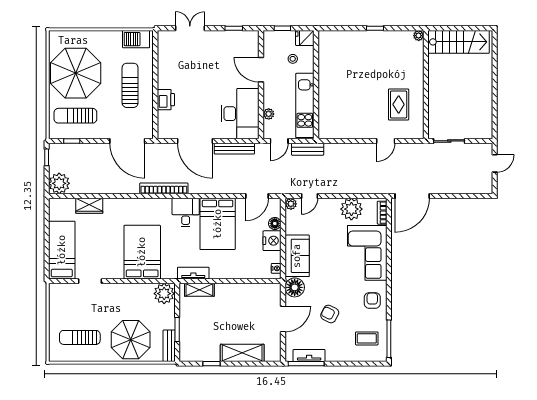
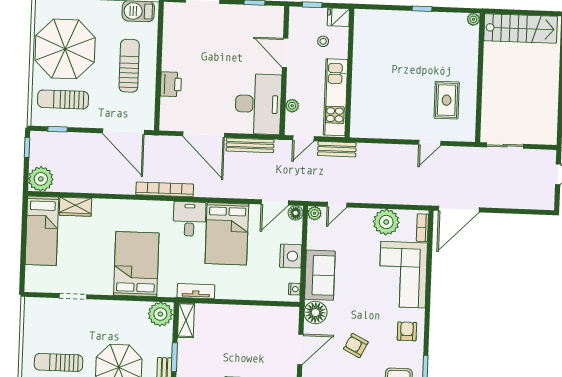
floor lamp: (275, 223) -> (296, 213), moved
bed: (62, 250) -> (42, 231), moved, turned 180
shelving: (199, 290) -> (186, 320), moved, turned 90

